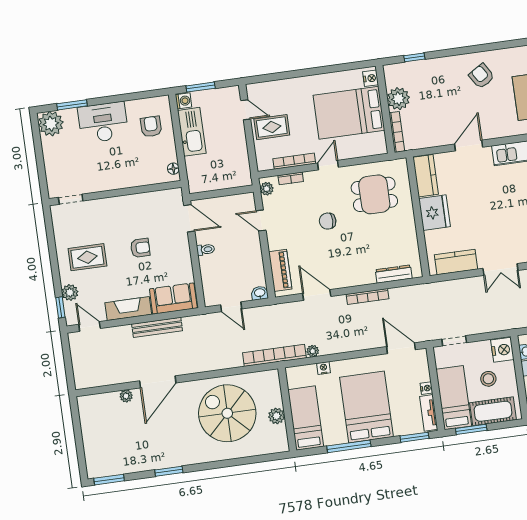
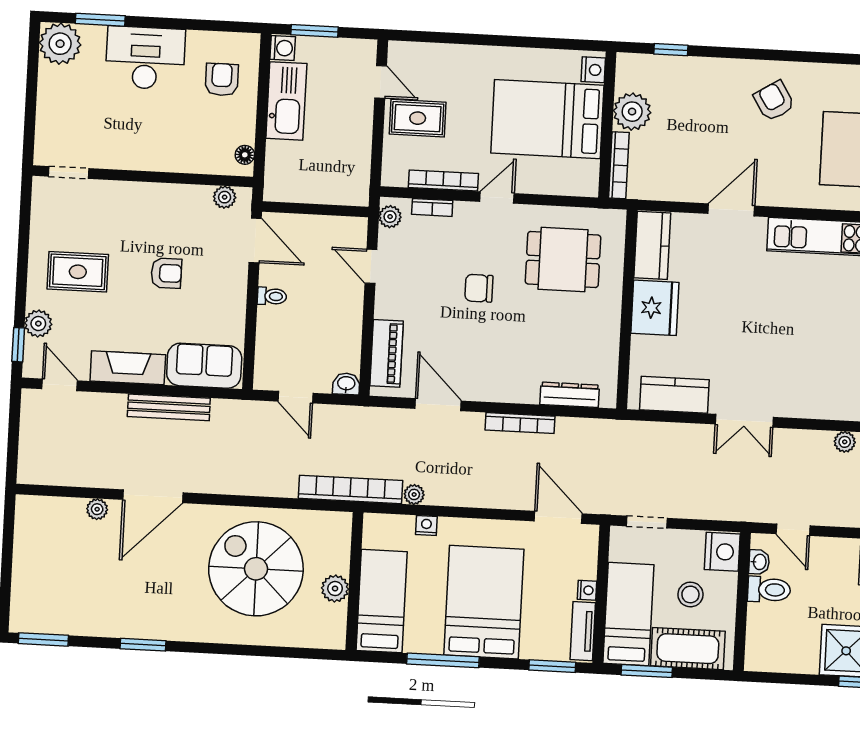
plant: (166, 196) -> (225, 197), added

